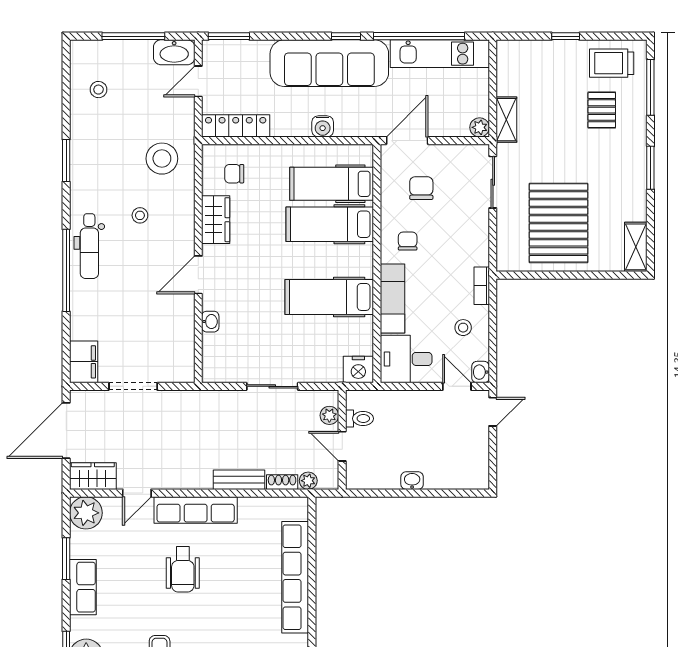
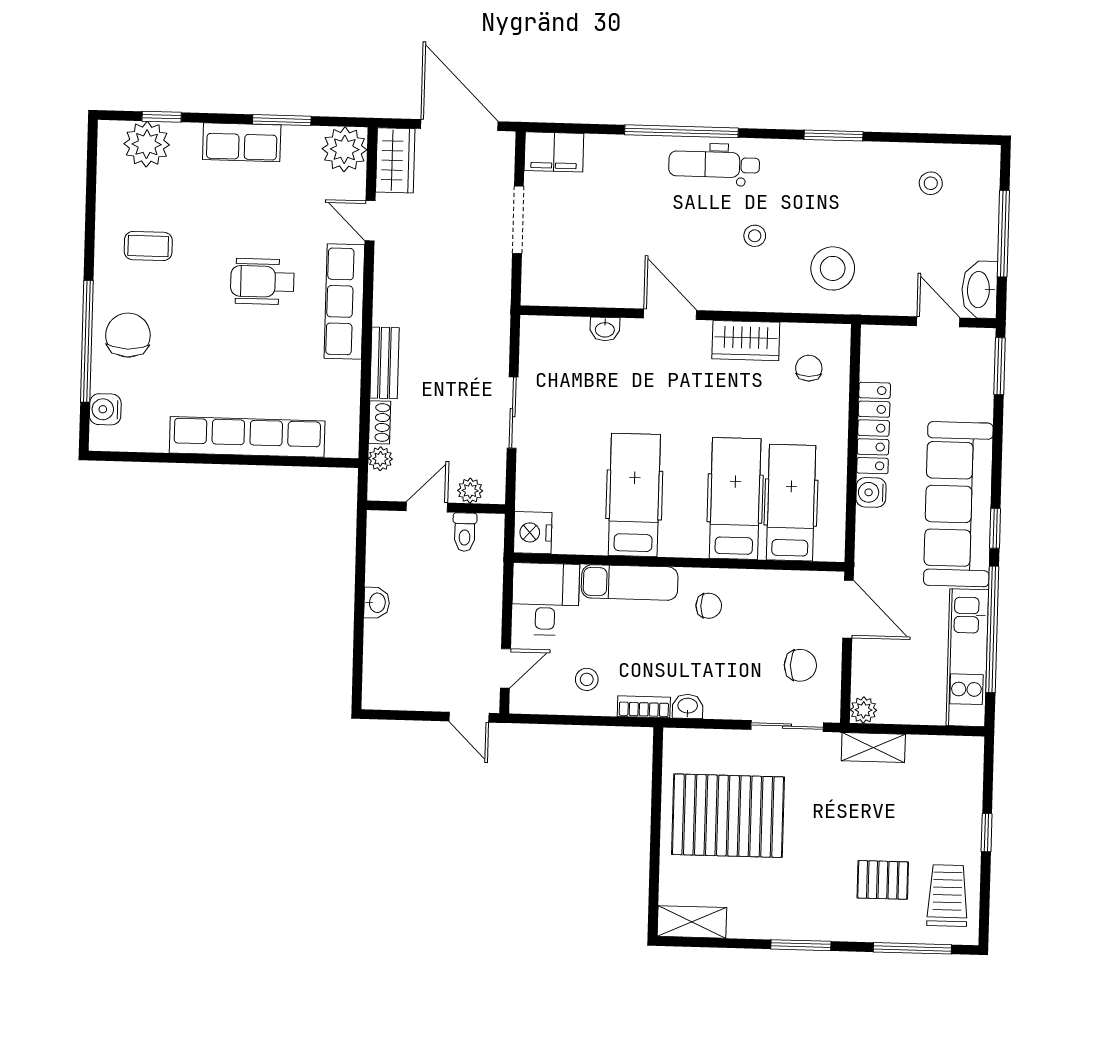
locker: (236, 126) -> (874, 428), moved
chair: (421, 188) -> (800, 665), moved
washbasin: (481, 372) -> (688, 706), moved

